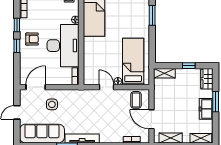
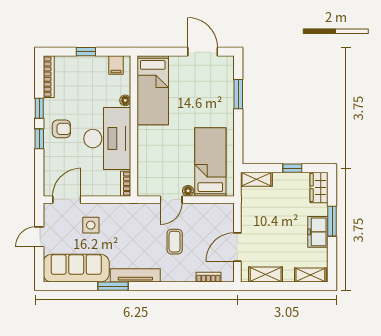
door: (106, 87) -> (171, 200), swing flipped
coffee table: (136, 100) -> (175, 242), moved
door: (151, 119) -> (237, 247), hinge flipped

